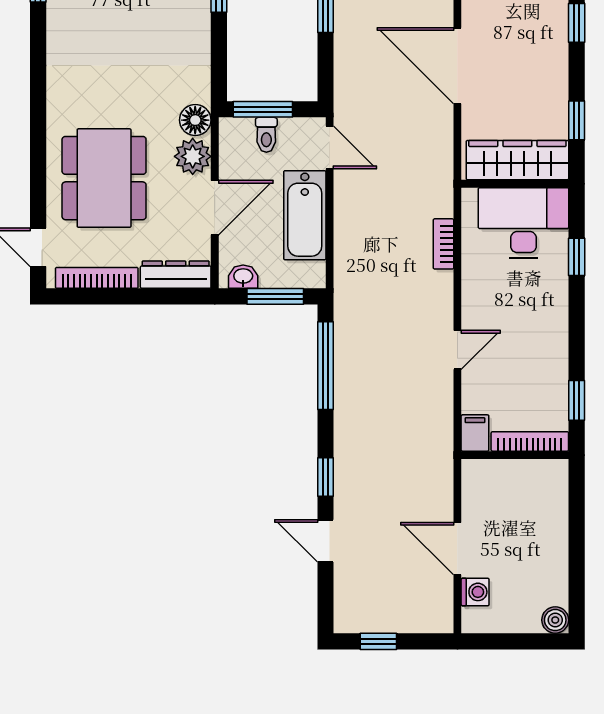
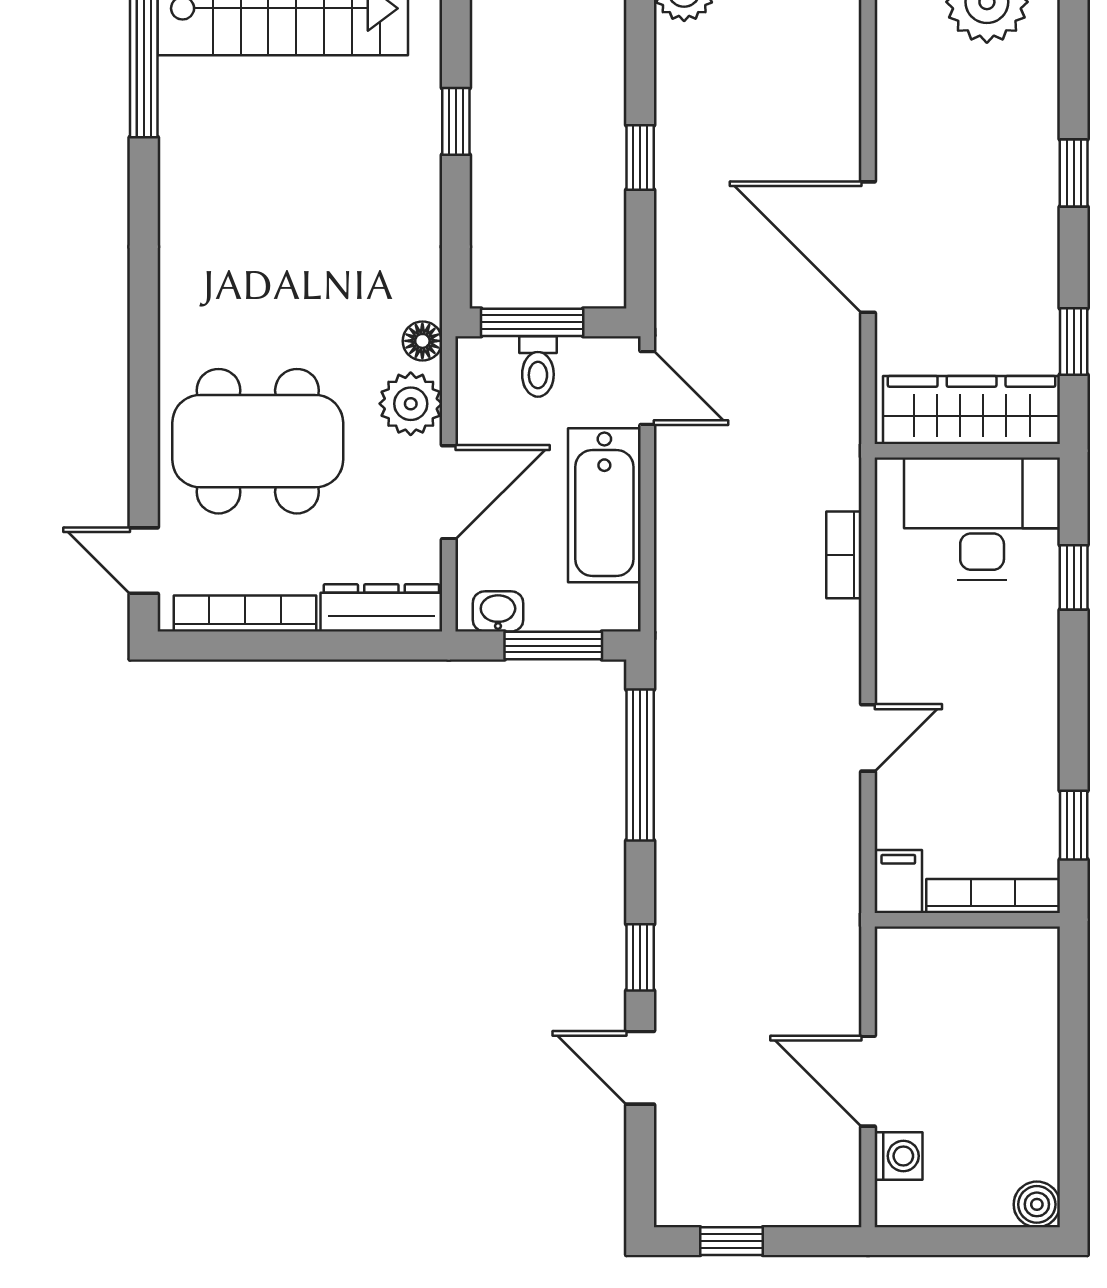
floor lamp: (195, 120) -> (422, 341), width x0.73, depth x0.73
dining table: (104, 178) -> (258, 441), turned 90

